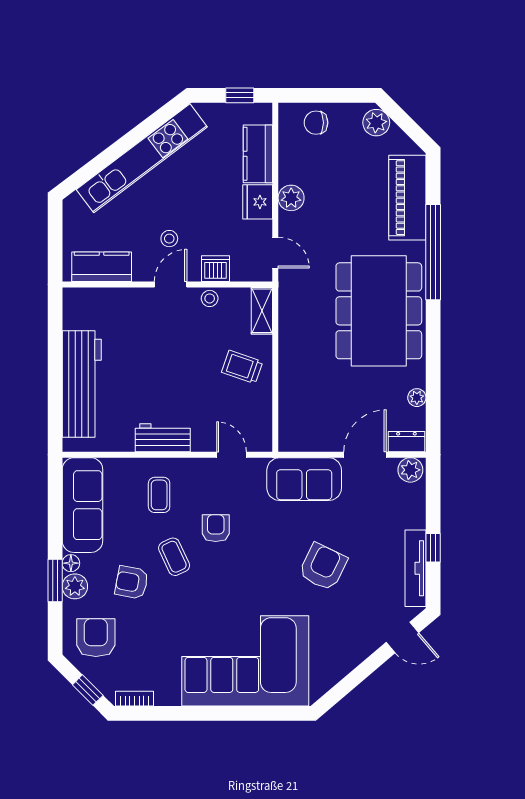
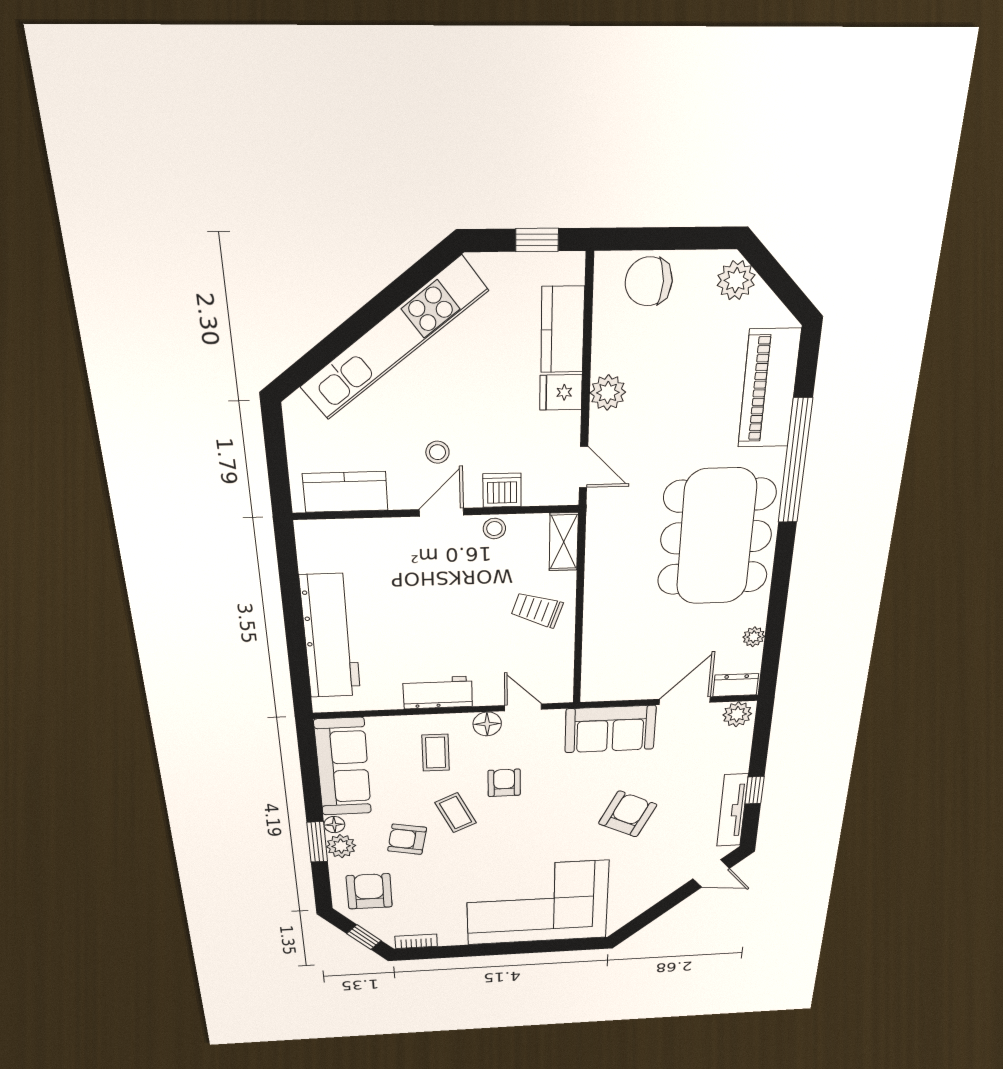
chair: (316, 123) -> (649, 281), width x1.37, depth x1.37
fridge: (258, 202) -> (561, 392), width x0.72
floor lamp: (202, 469) -> (487, 724), added

